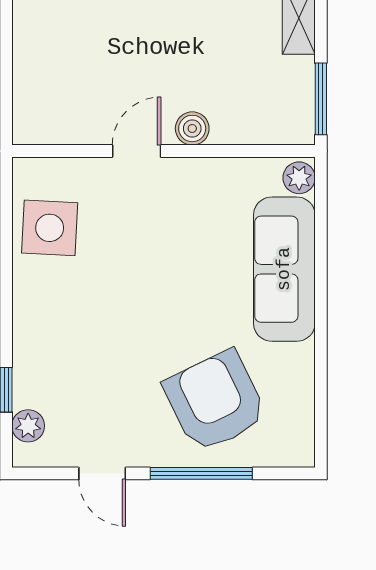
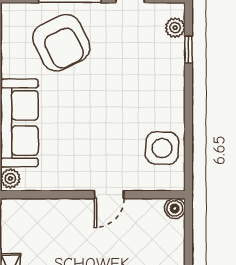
boiler: (192, 128) -> (175, 208), moved

